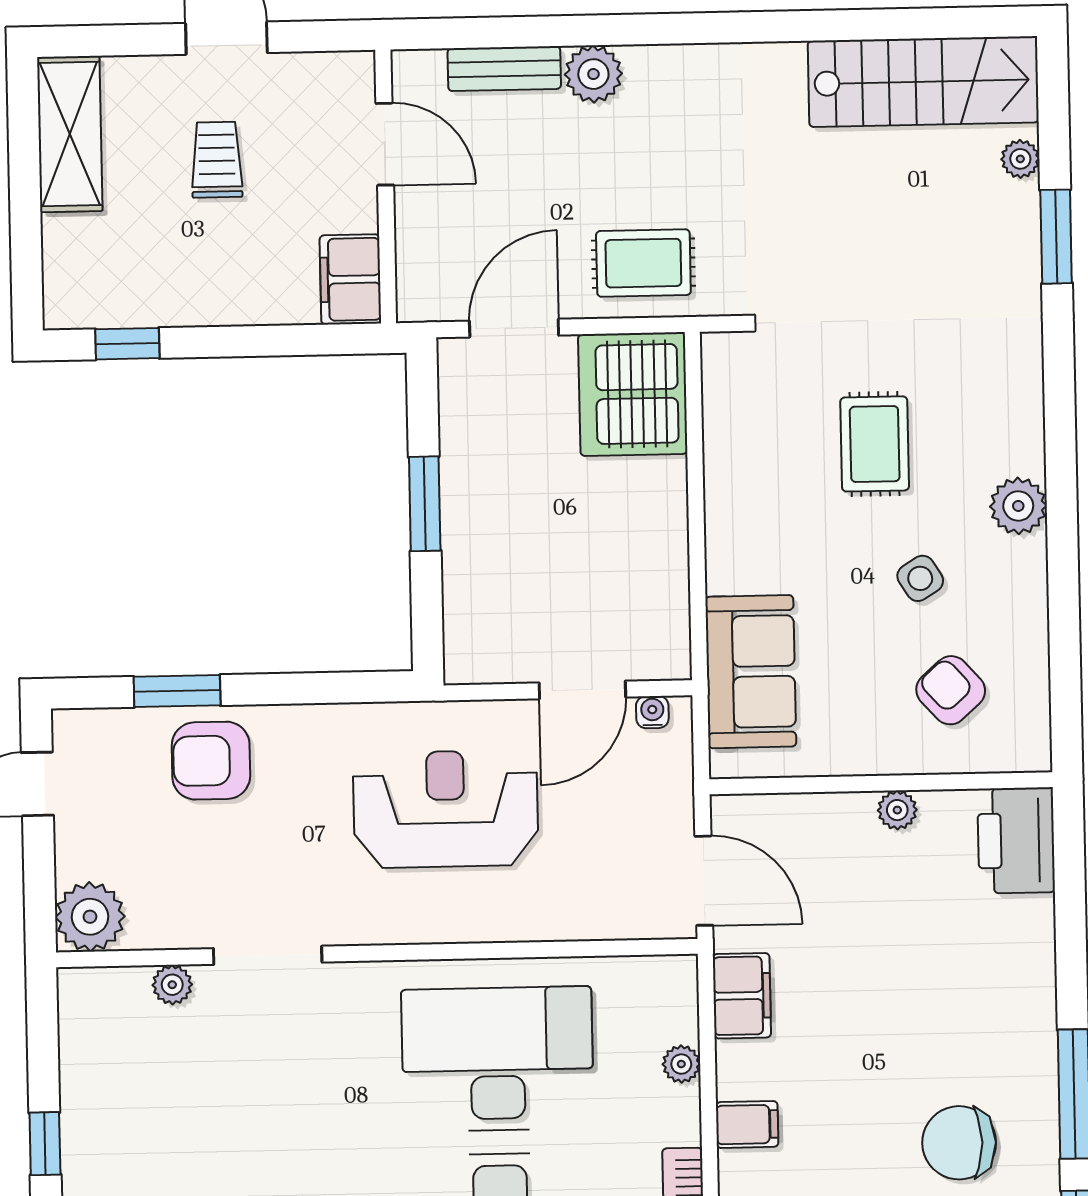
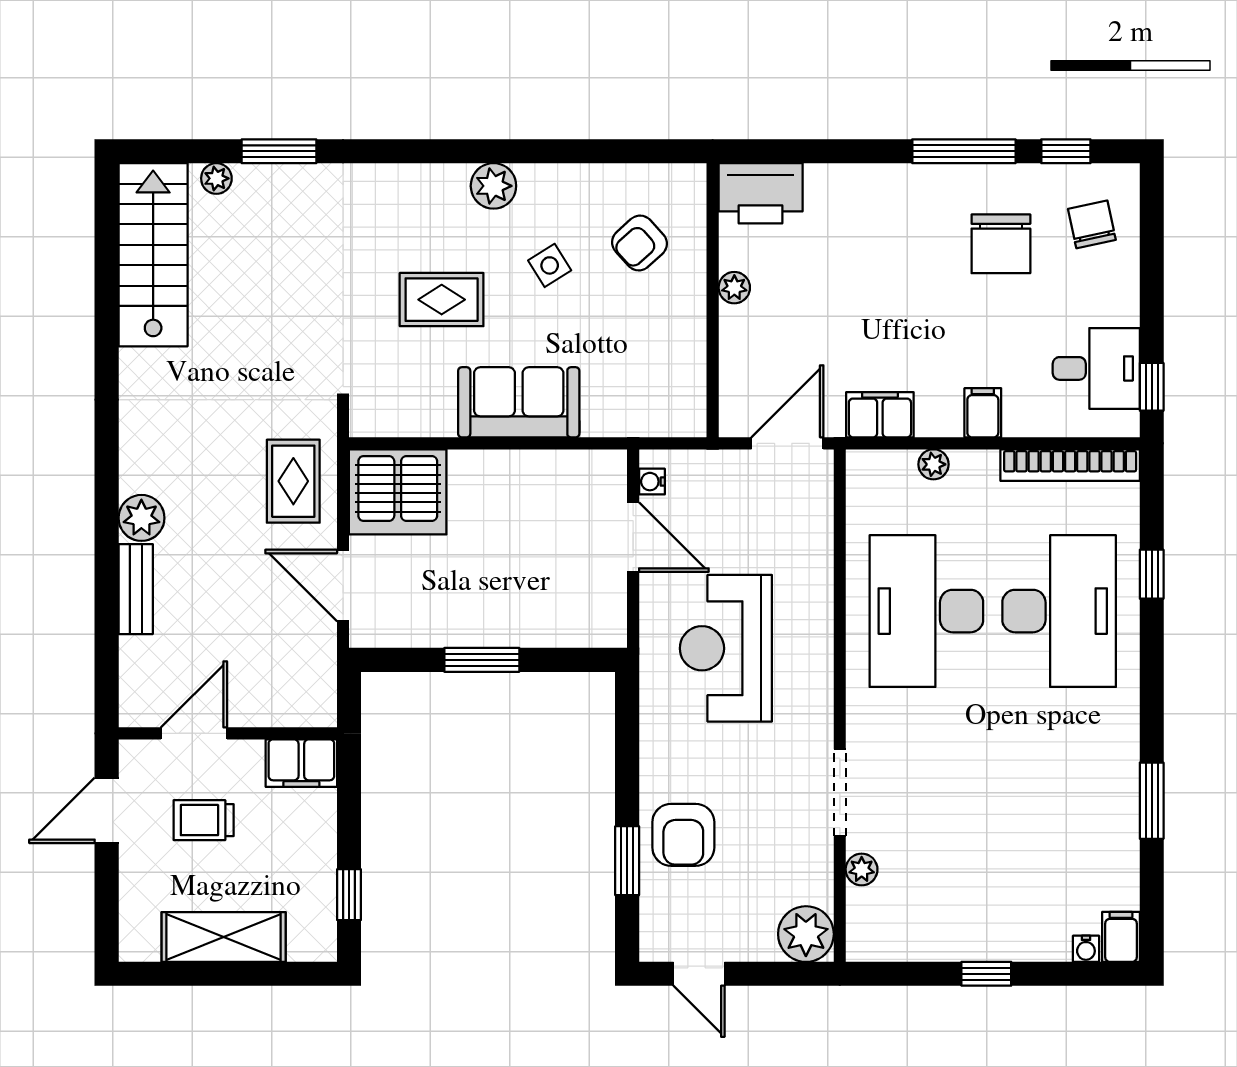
shelving: (70, 134) -> (224, 937), moved
door: (385, 144) -> (194, 733), moved
wall: (386, 186) -> (228, 733), moved
filing cabinet: (350, 279) -> (301, 763), moved
sofa: (751, 672) -> (519, 402), moved

